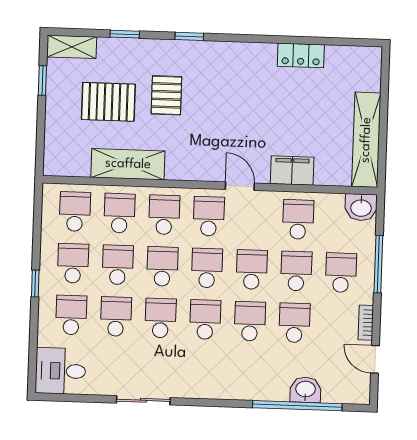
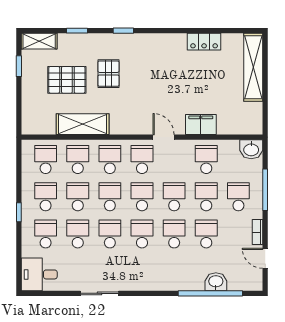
shelving: (366, 140) -> (253, 67), moved

